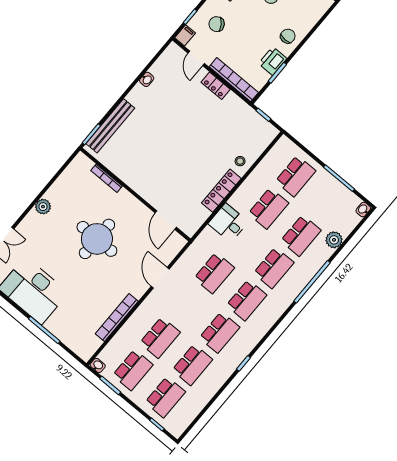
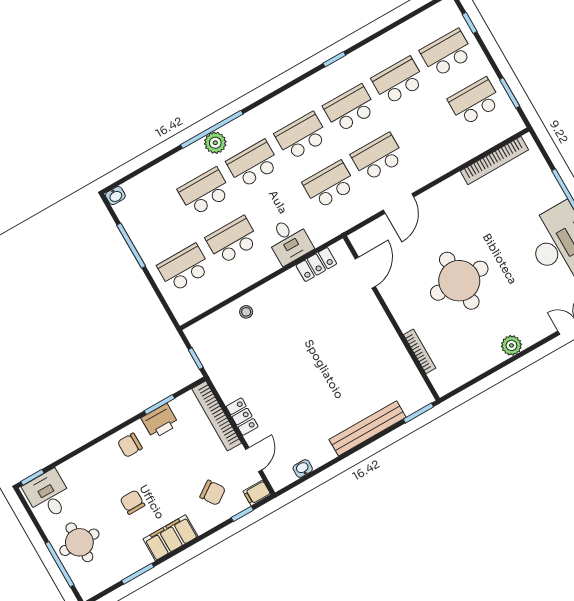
washbasin: (147, 79) -> (303, 469), moved
bench: (110, 126) -> (368, 428), moved
locker: (221, 191) -> (316, 264), moved, width x0.66
plant: (334, 240) -> (215, 143), moved
bookcase: (117, 318) -> (494, 160), moved
school desk: (160, 338) -> (378, 157), moved
washbasin: (98, 365) -> (516, 123), removed

